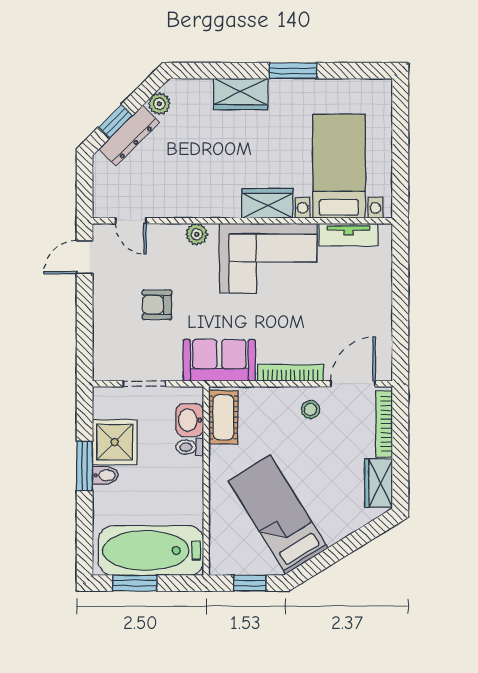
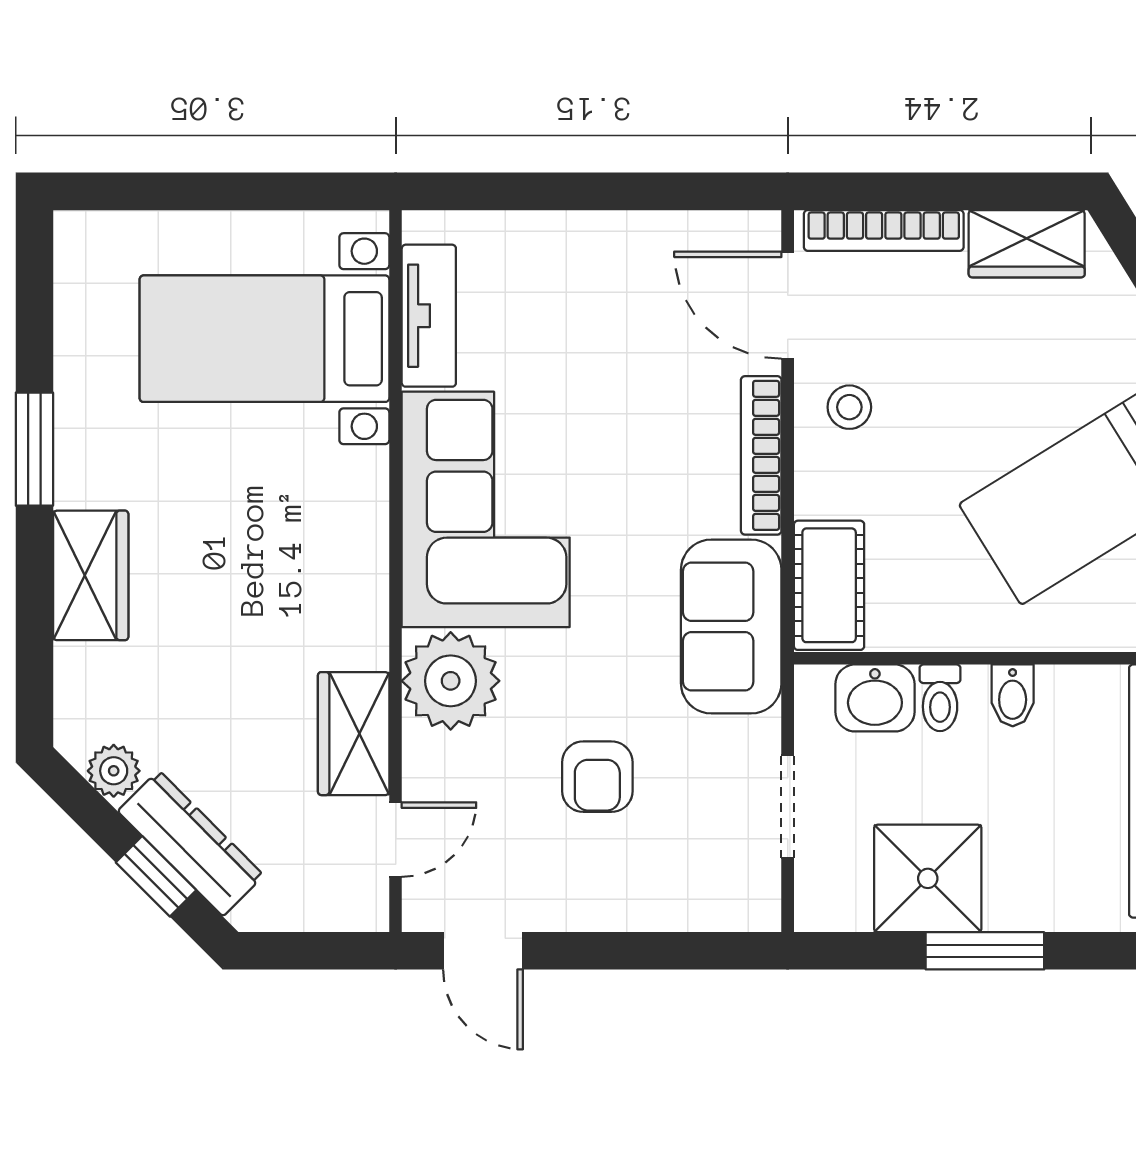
wardrobe: (268, 203) -> (354, 734), moved
plant: (197, 234) -> (451, 681), width x1.88, depth x1.88
cot: (223, 417) -> (829, 585), moved, turned 90
bidet: (105, 475) -> (1013, 695), moved, turned 180

